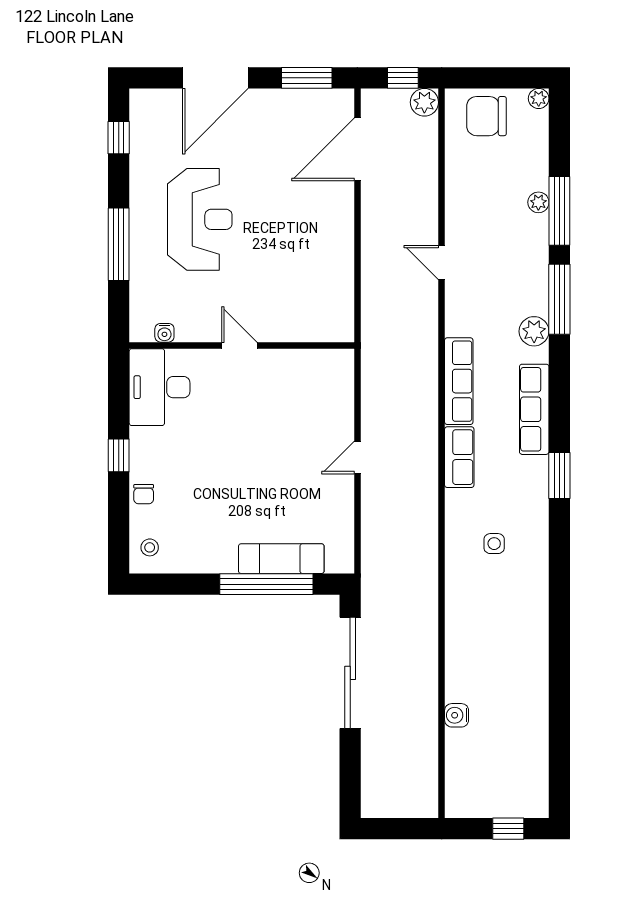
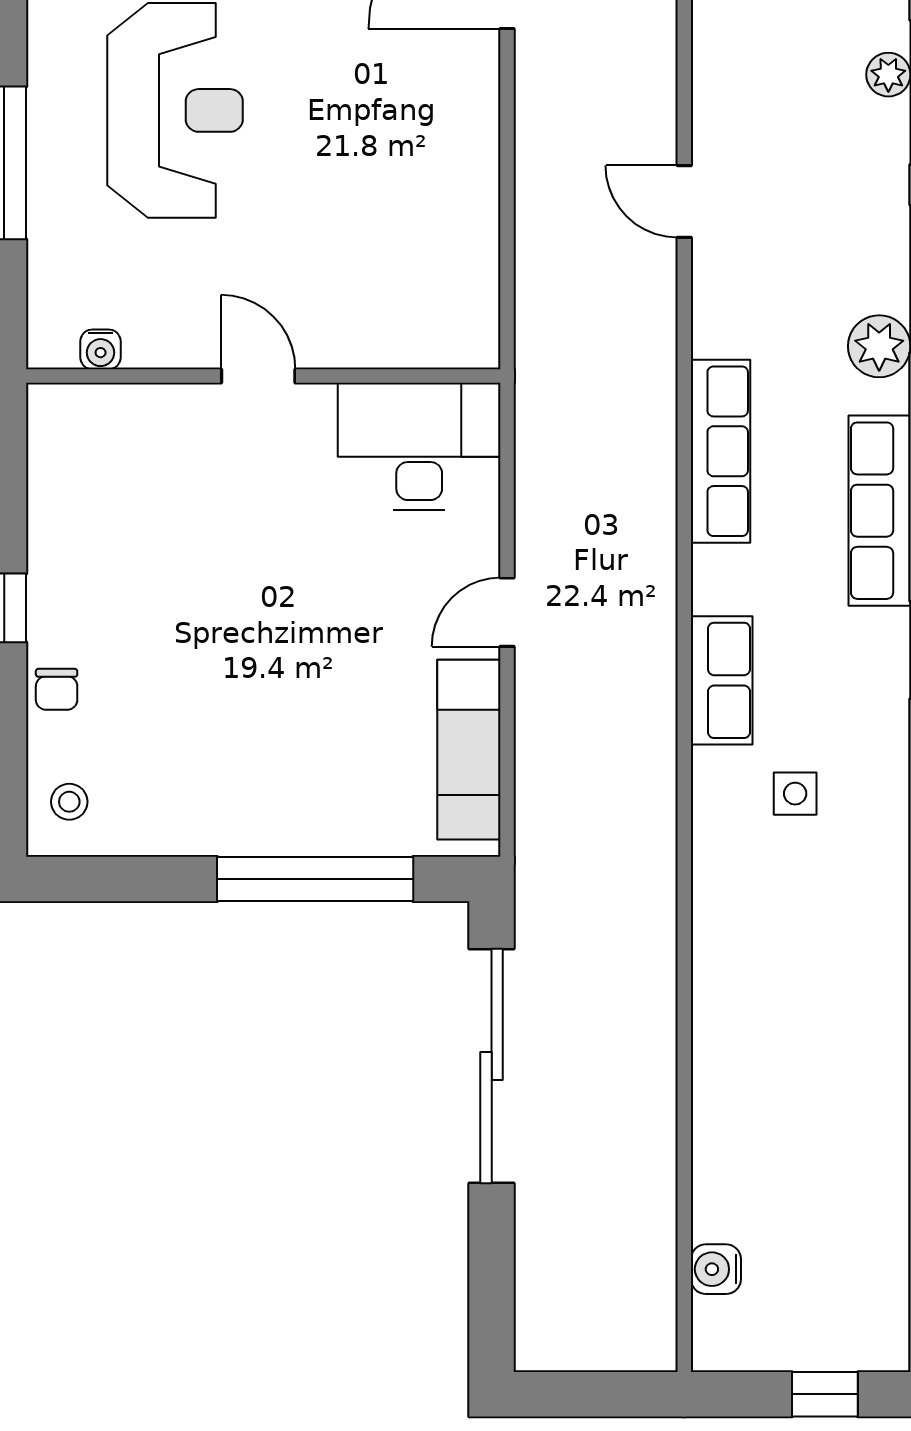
desk: (160, 387) -> (419, 447), moved, turned 90
row of seats: (459, 457) -> (722, 680), moved
exam couch: (281, 559) -> (469, 750), moved, turned -90
water cooler: (457, 715) -> (716, 1269), moved

